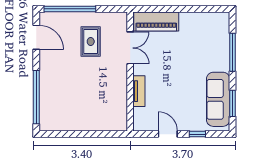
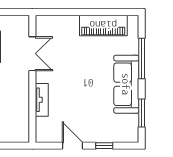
piano: (156, 21) -> (103, 25), moved
sofa: (218, 99) -> (126, 84), moved

